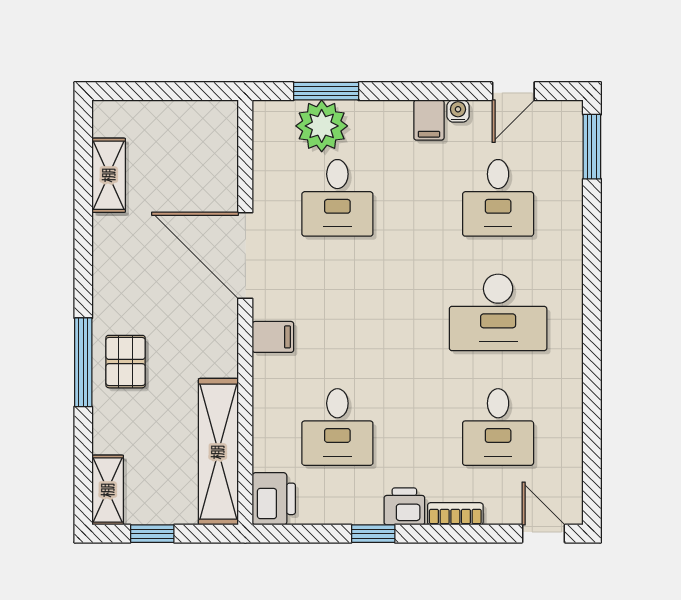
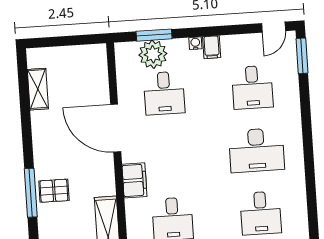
door: (513, 91) -> (274, 27), moved
water cooler: (458, 111) -> (195, 43), moved
filing cabinet: (273, 337) -> (134, 180), width x2.00
pallet: (126, 362) -> (54, 191), turned 90

